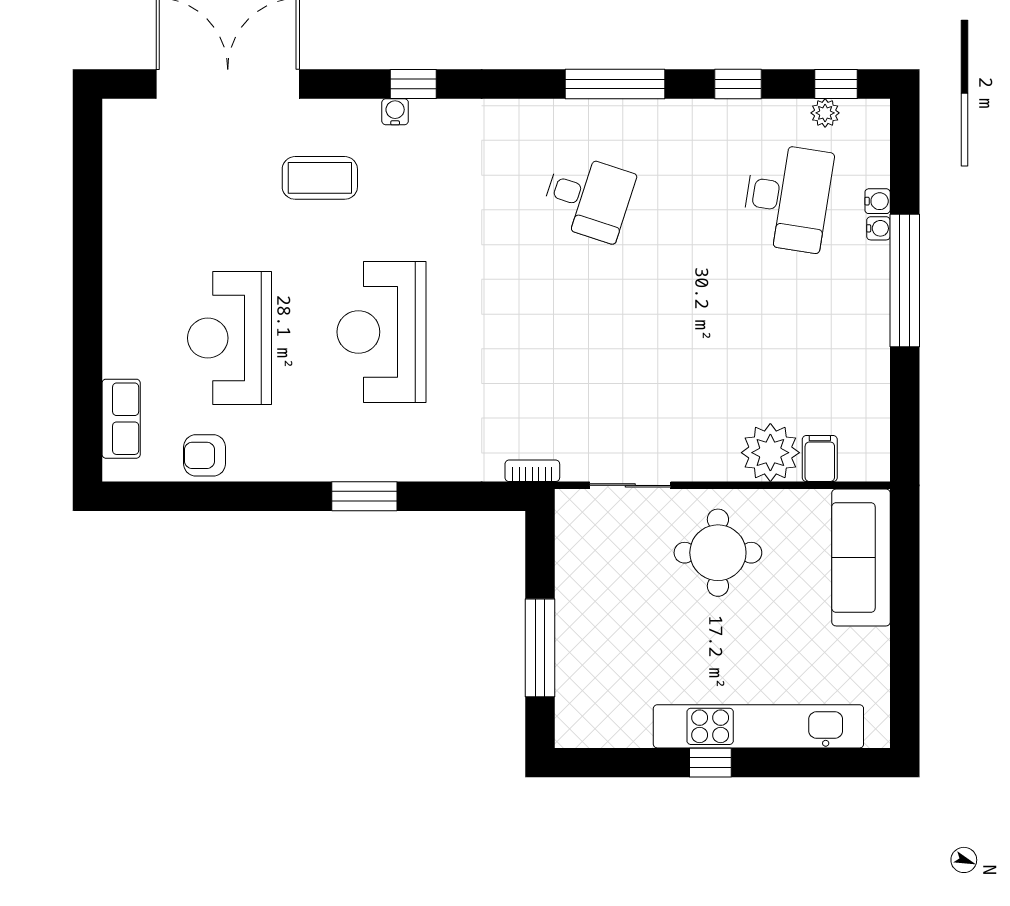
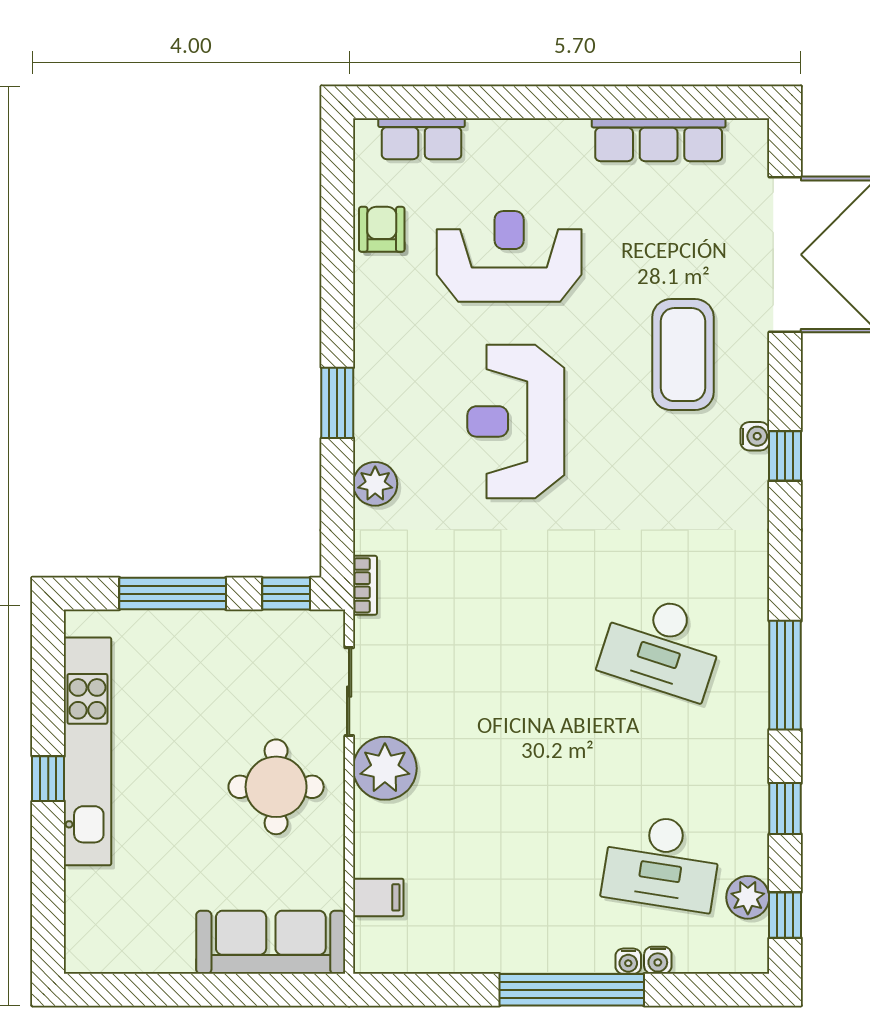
plant: (825, 113) -> (748, 897), width x1.38, depth x1.38
coffee table: (320, 178) -> (683, 355), width x1.36, depth x1.32
desk: (588, 198) -> (662, 646), width x1.37
row of seats: (122, 200) -> (659, 140), added
reception desk: (382, 332) -> (516, 421), turned -90
plant: (770, 453) -> (385, 768), moved
plant: (439, 461) -> (375, 484), added
window: (540, 543) -> (286, 594), added
kitchen unit: (758, 726) -> (87, 751), moved

